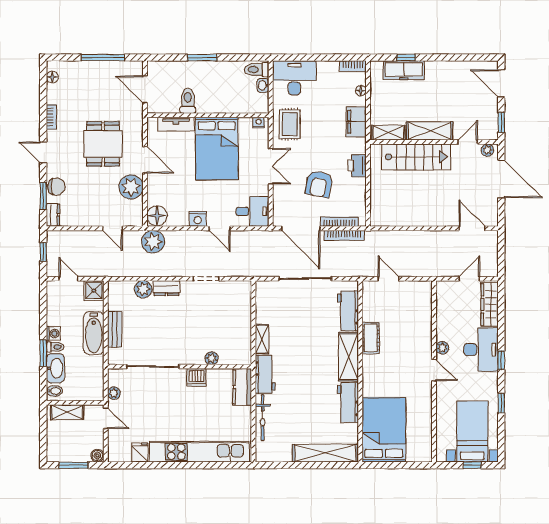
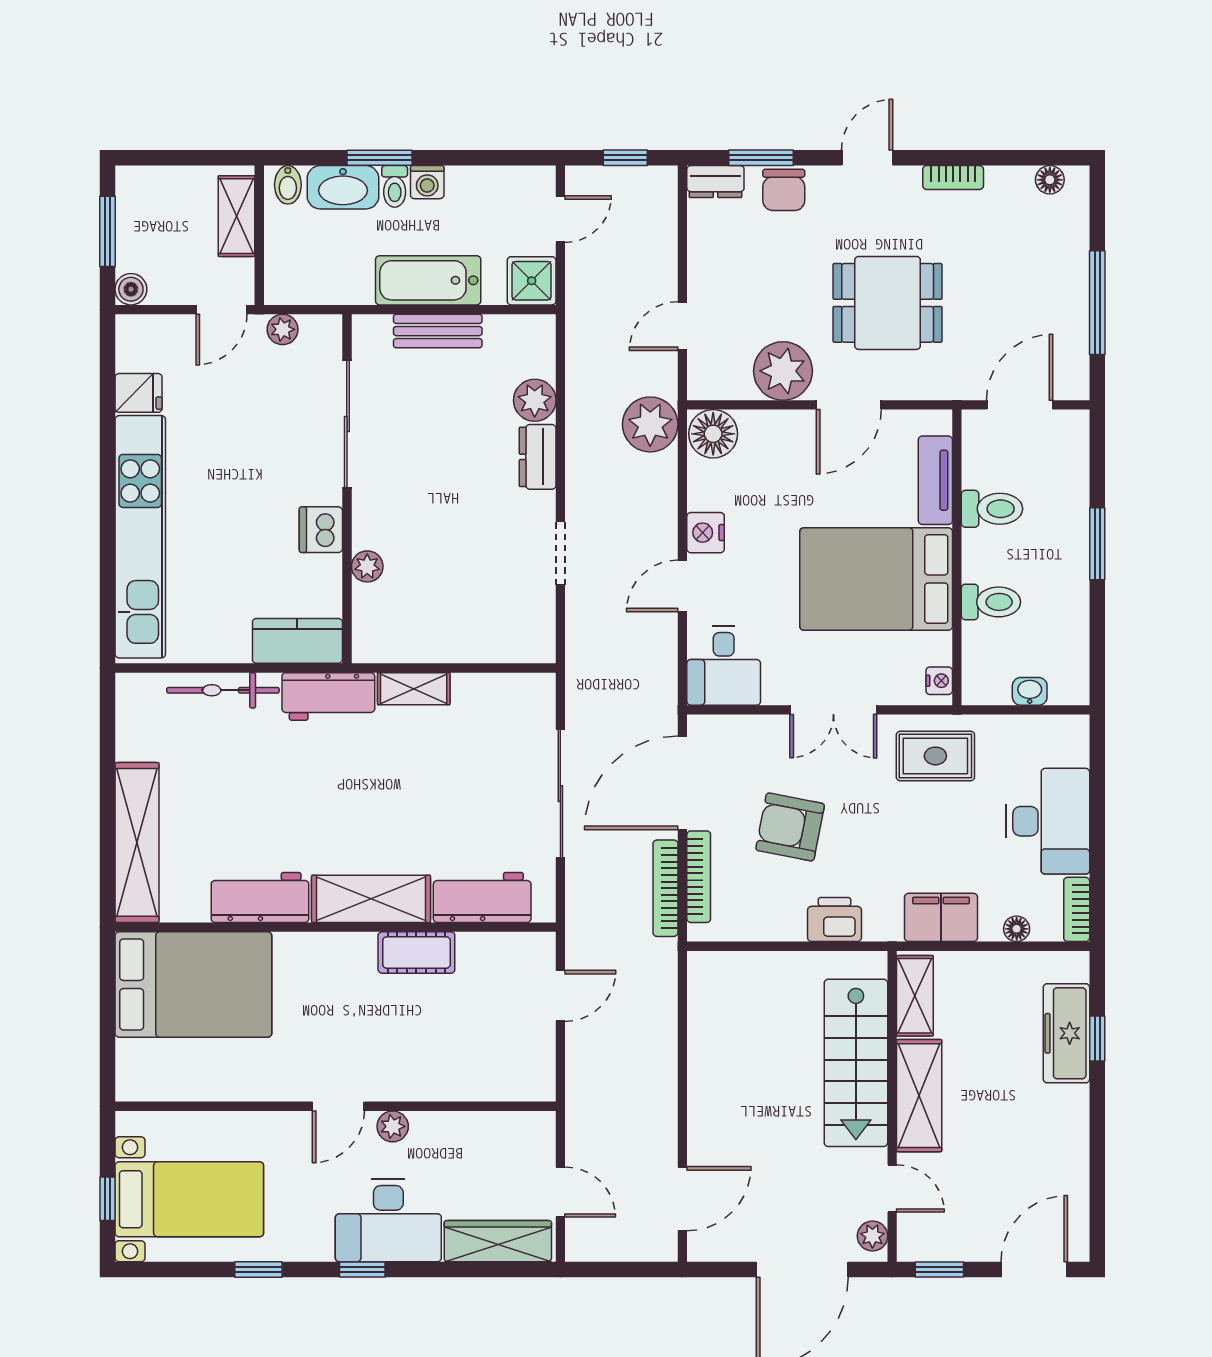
toilet: (257, 70) -> (991, 602), moved, turned 90
desk: (294, 78) -> (1048, 821), moved

